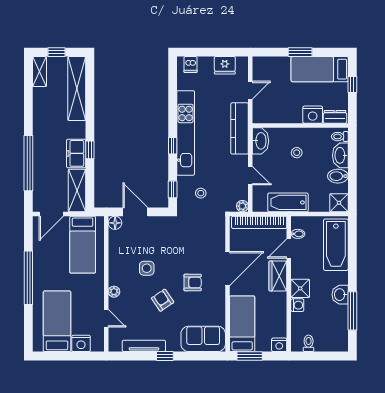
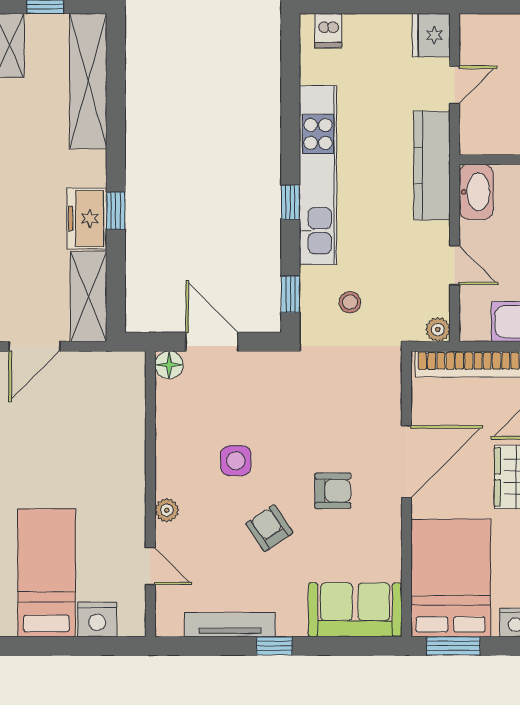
fridge: (225, 65) -> (431, 35), moved, turned 90
bed: (83, 245) -> (101, 411), removed
bed: (242, 324) -> (451, 578), width x1.50

